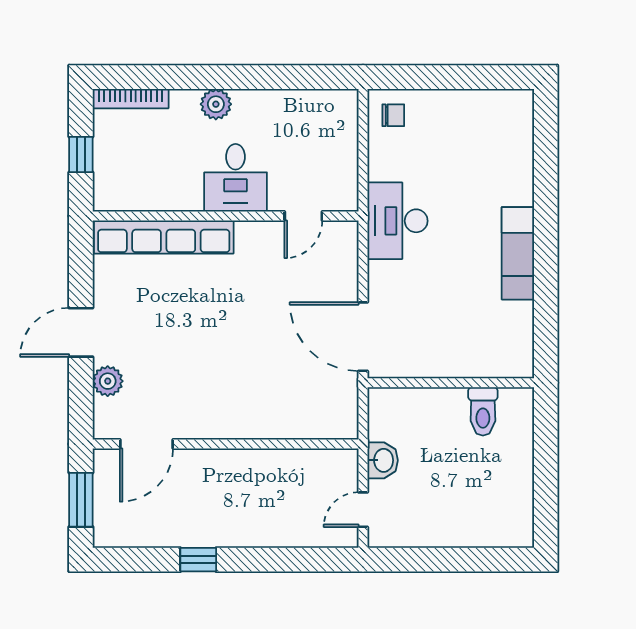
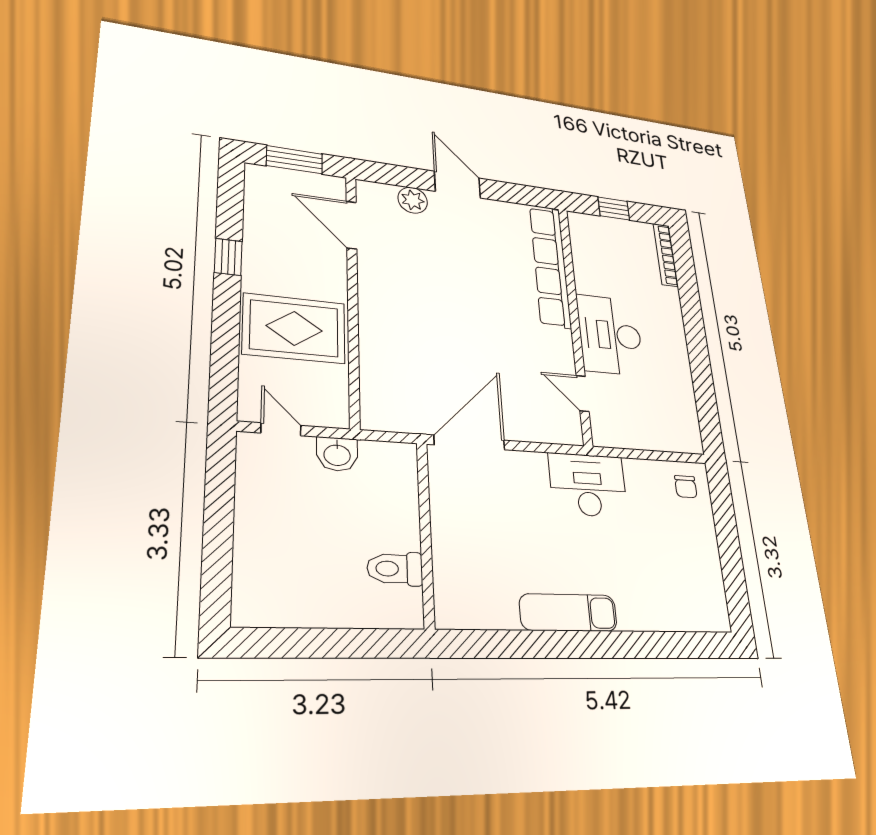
plant: (216, 104) -> (672, 325), removed
desk: (236, 178) -> (610, 335), width x1.37
rug: (264, 499) -> (294, 328), added

